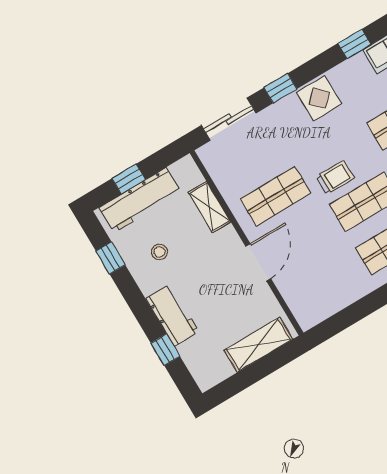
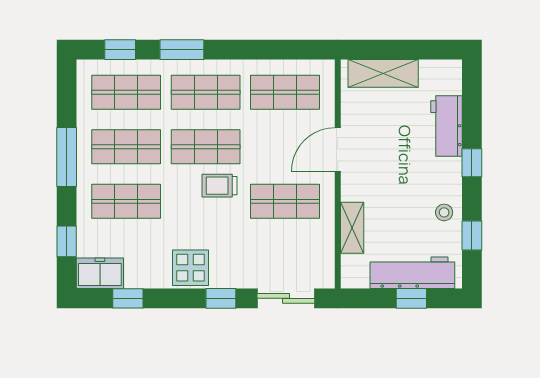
stool: (159, 252) -> (444, 212), moved
shop shelf: (328, 283) -> (285, 92), added
workbench: (172, 315) -> (446, 126), moved
window: (165, 350) -> (472, 163), moved

